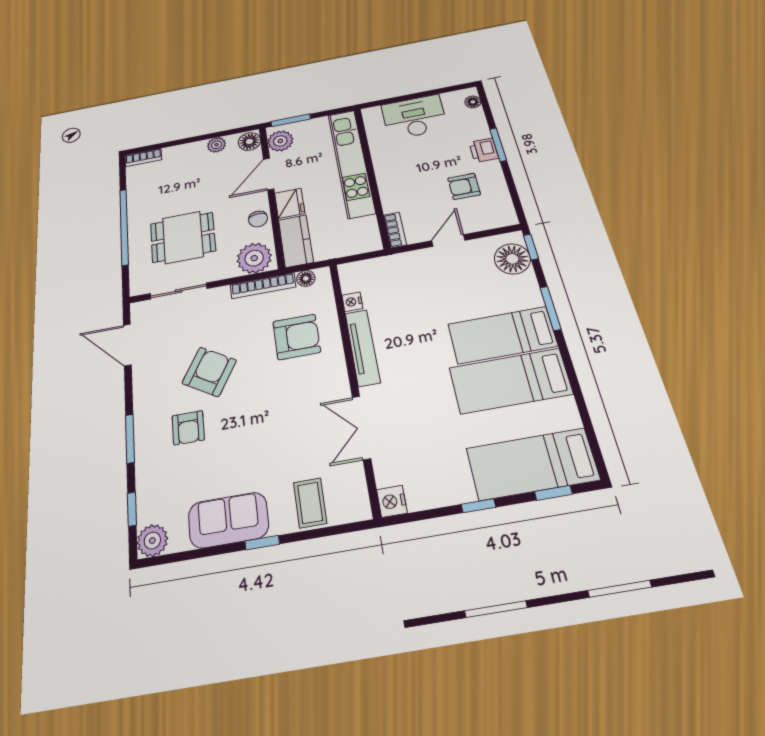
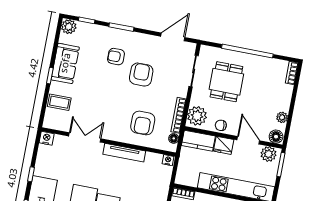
nightstand: (352, 302) -> (168, 160), moved
armchair: (209, 372) -> (141, 75), turned -121

